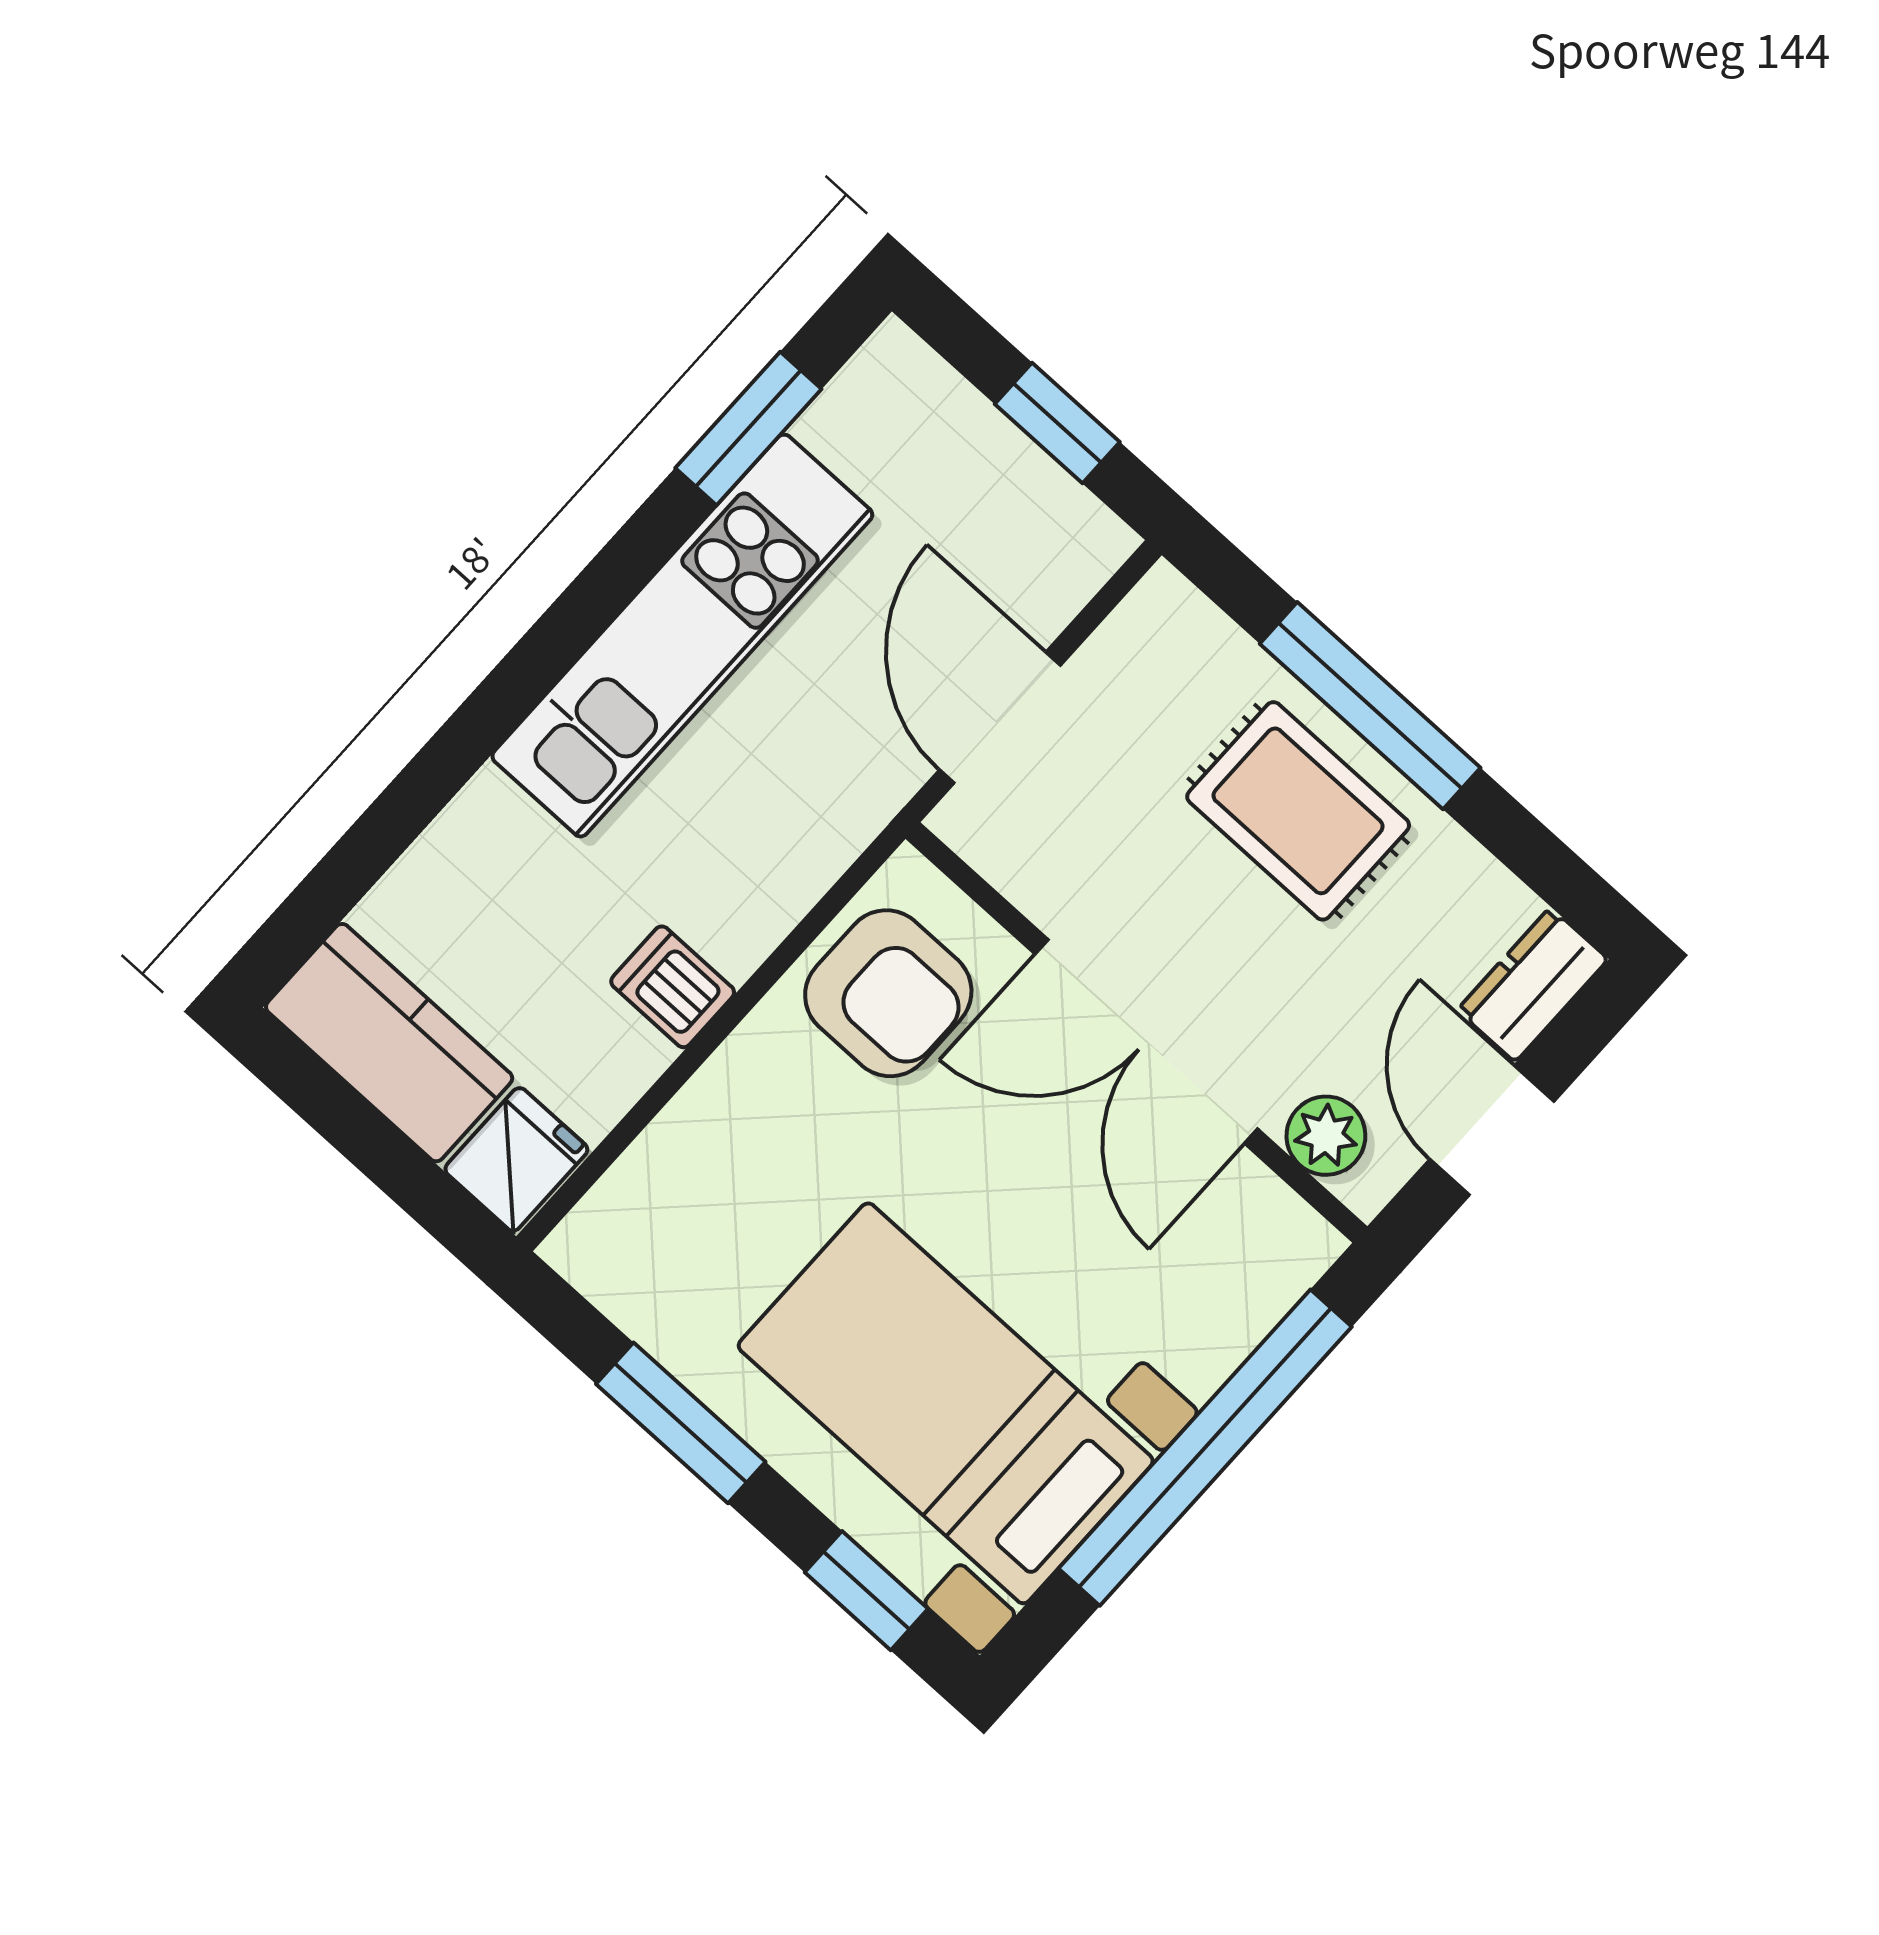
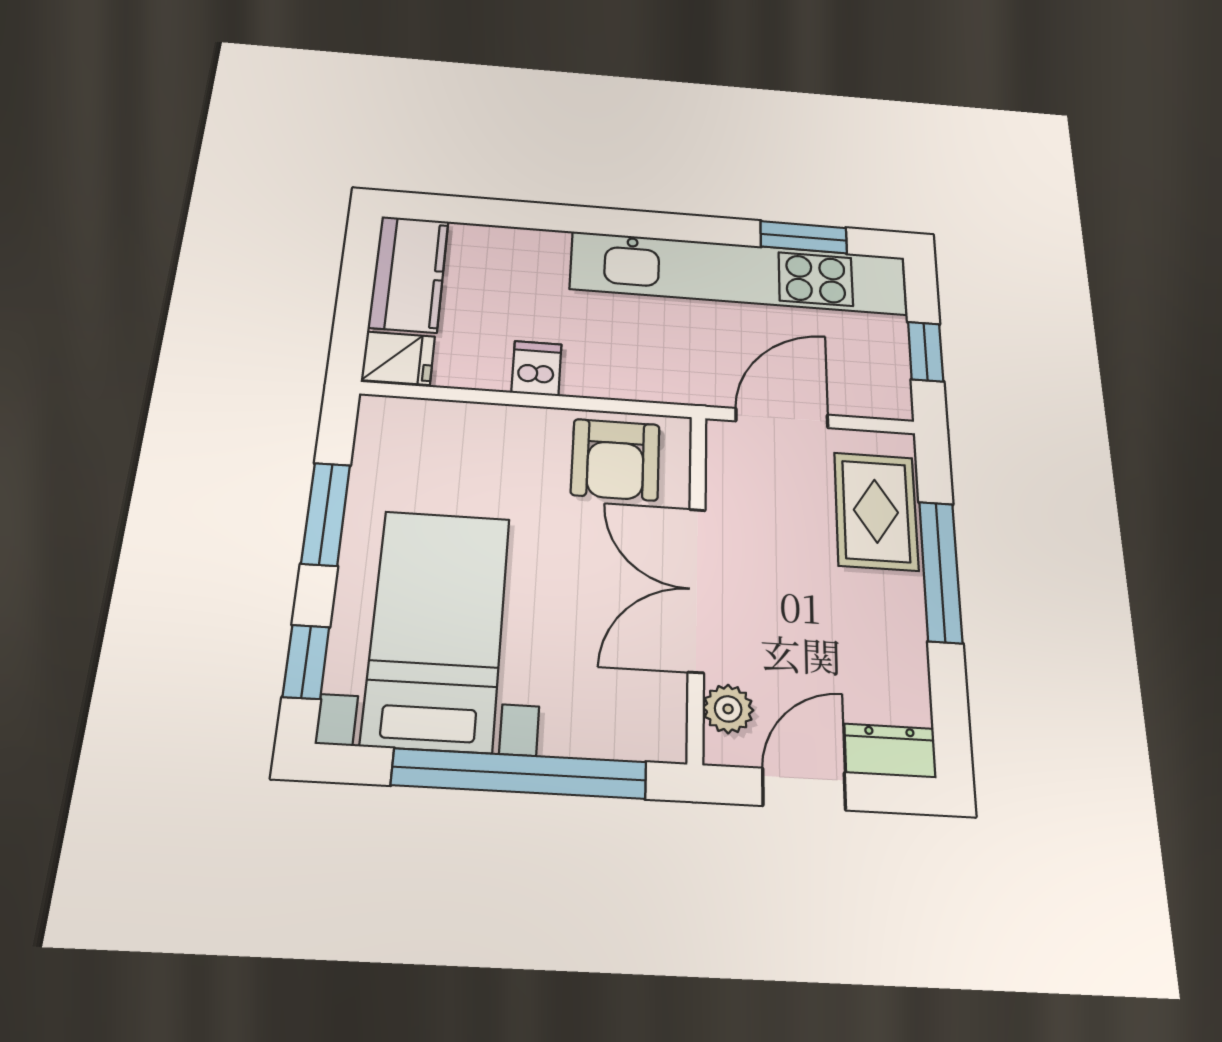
kitchen unit: (682, 636) -> (739, 273), width x1.36
rug: (1298, 811) -> (876, 511), moved

